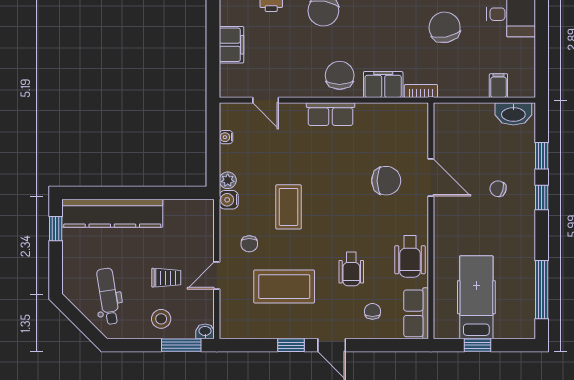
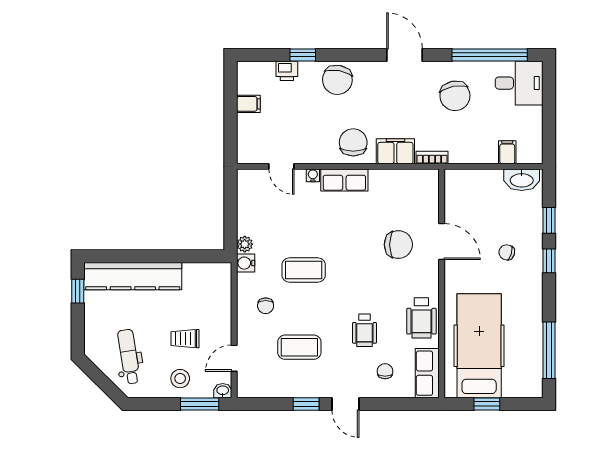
chair: (445, 27) -> (455, 96), turned 180
filing cabinet: (231, 45) -> (248, 104), width x0.50
water cooler: (226, 137) -> (313, 175), moved, turned 90
coffee table: (288, 207) -> (304, 270), turned 90
door: (217, 276) -> (234, 358), moved
trolley: (166, 278) -> (185, 339), turned 180
coffee table: (284, 287) -> (299, 347), width x0.73, depth x0.76
hospital bed: (476, 297) -> (479, 346), width x1.37, depth x1.29

